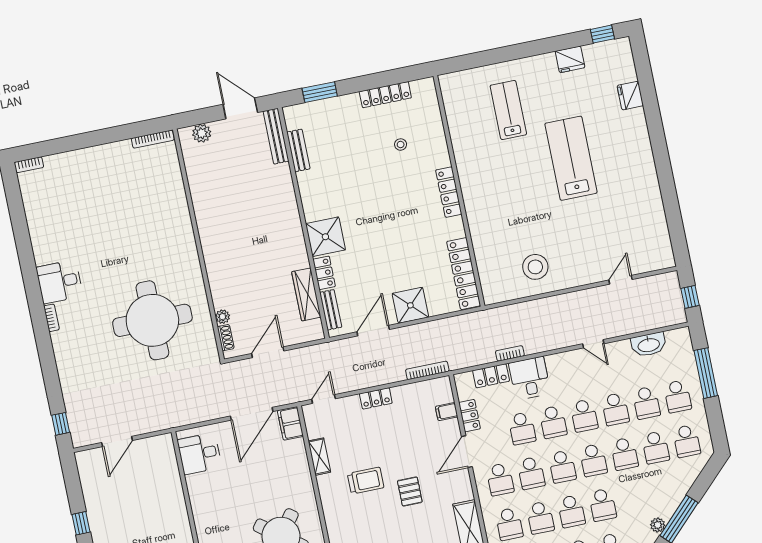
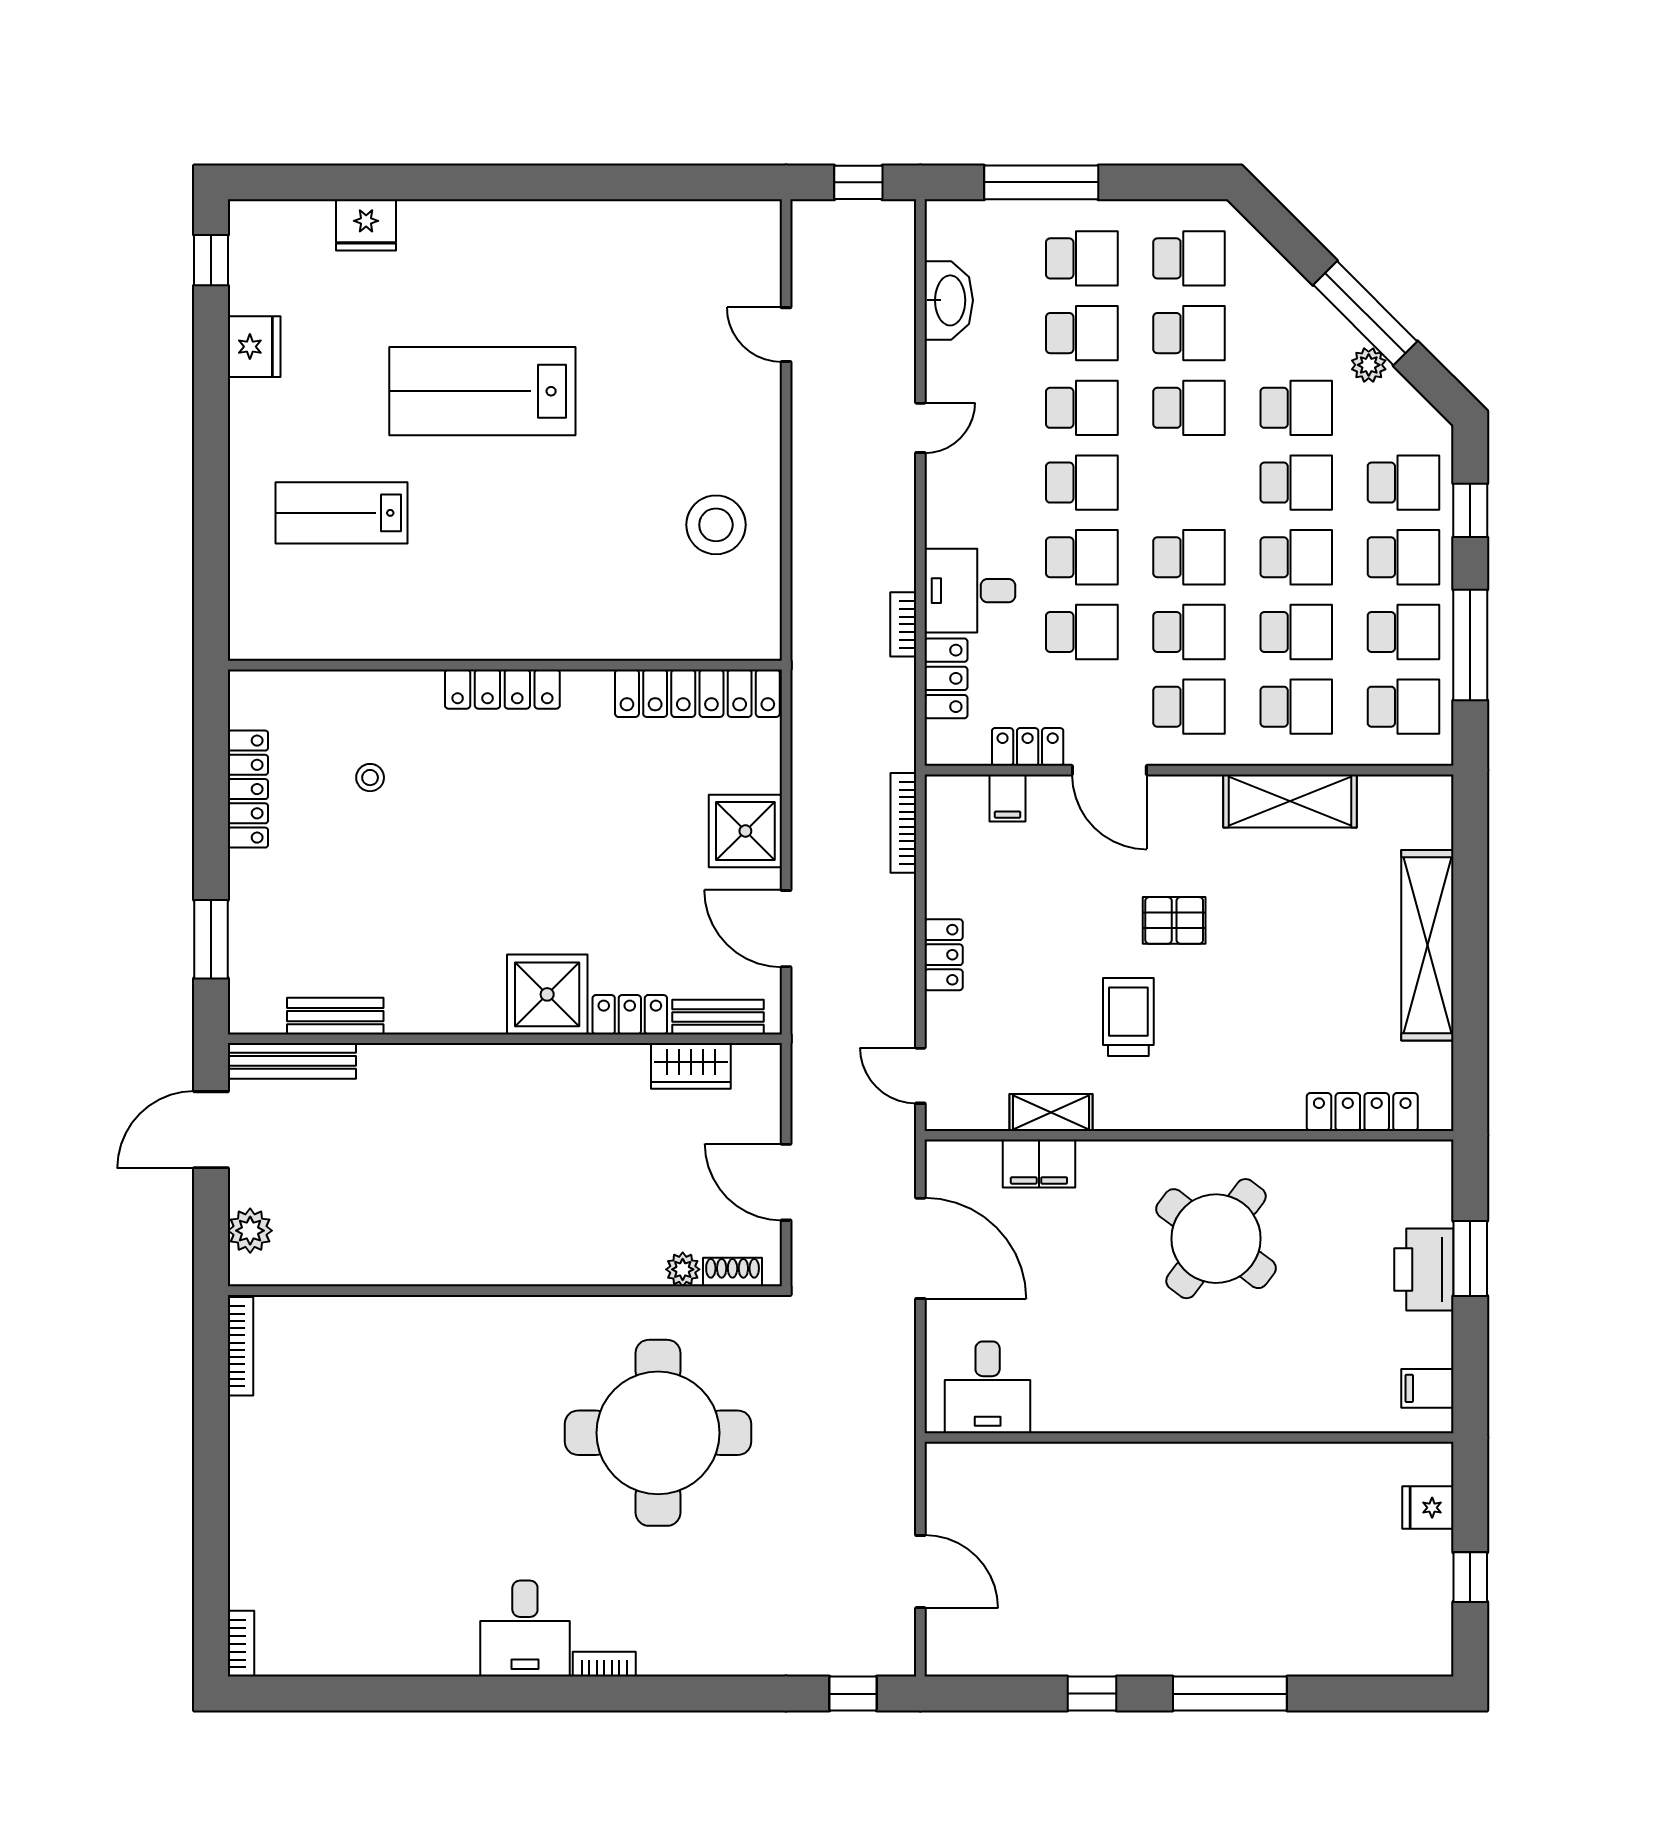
wardrobe: (306, 294) -> (691, 1066), width x0.67
filing cabinet: (290, 423) -> (1039, 1164), moved
school desk: (593, 460) -> (1296, 408), moved

